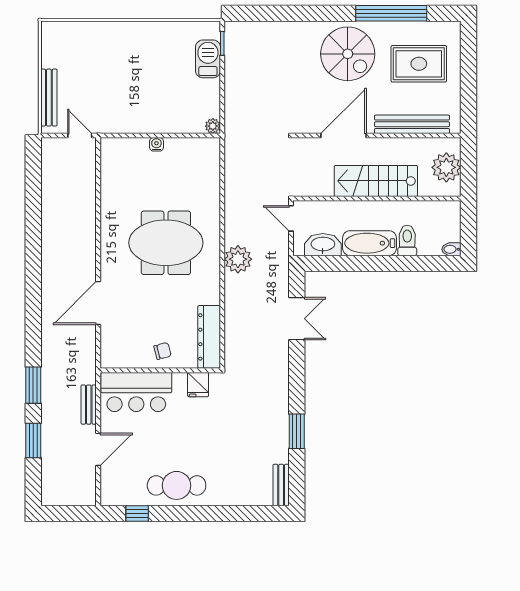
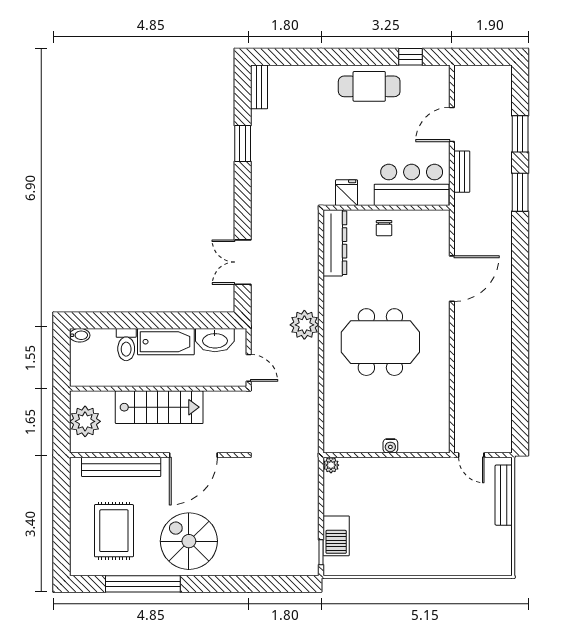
rug: (419, 64) -> (114, 531), turned 90
chair: (162, 351) -> (384, 228), turned -75

